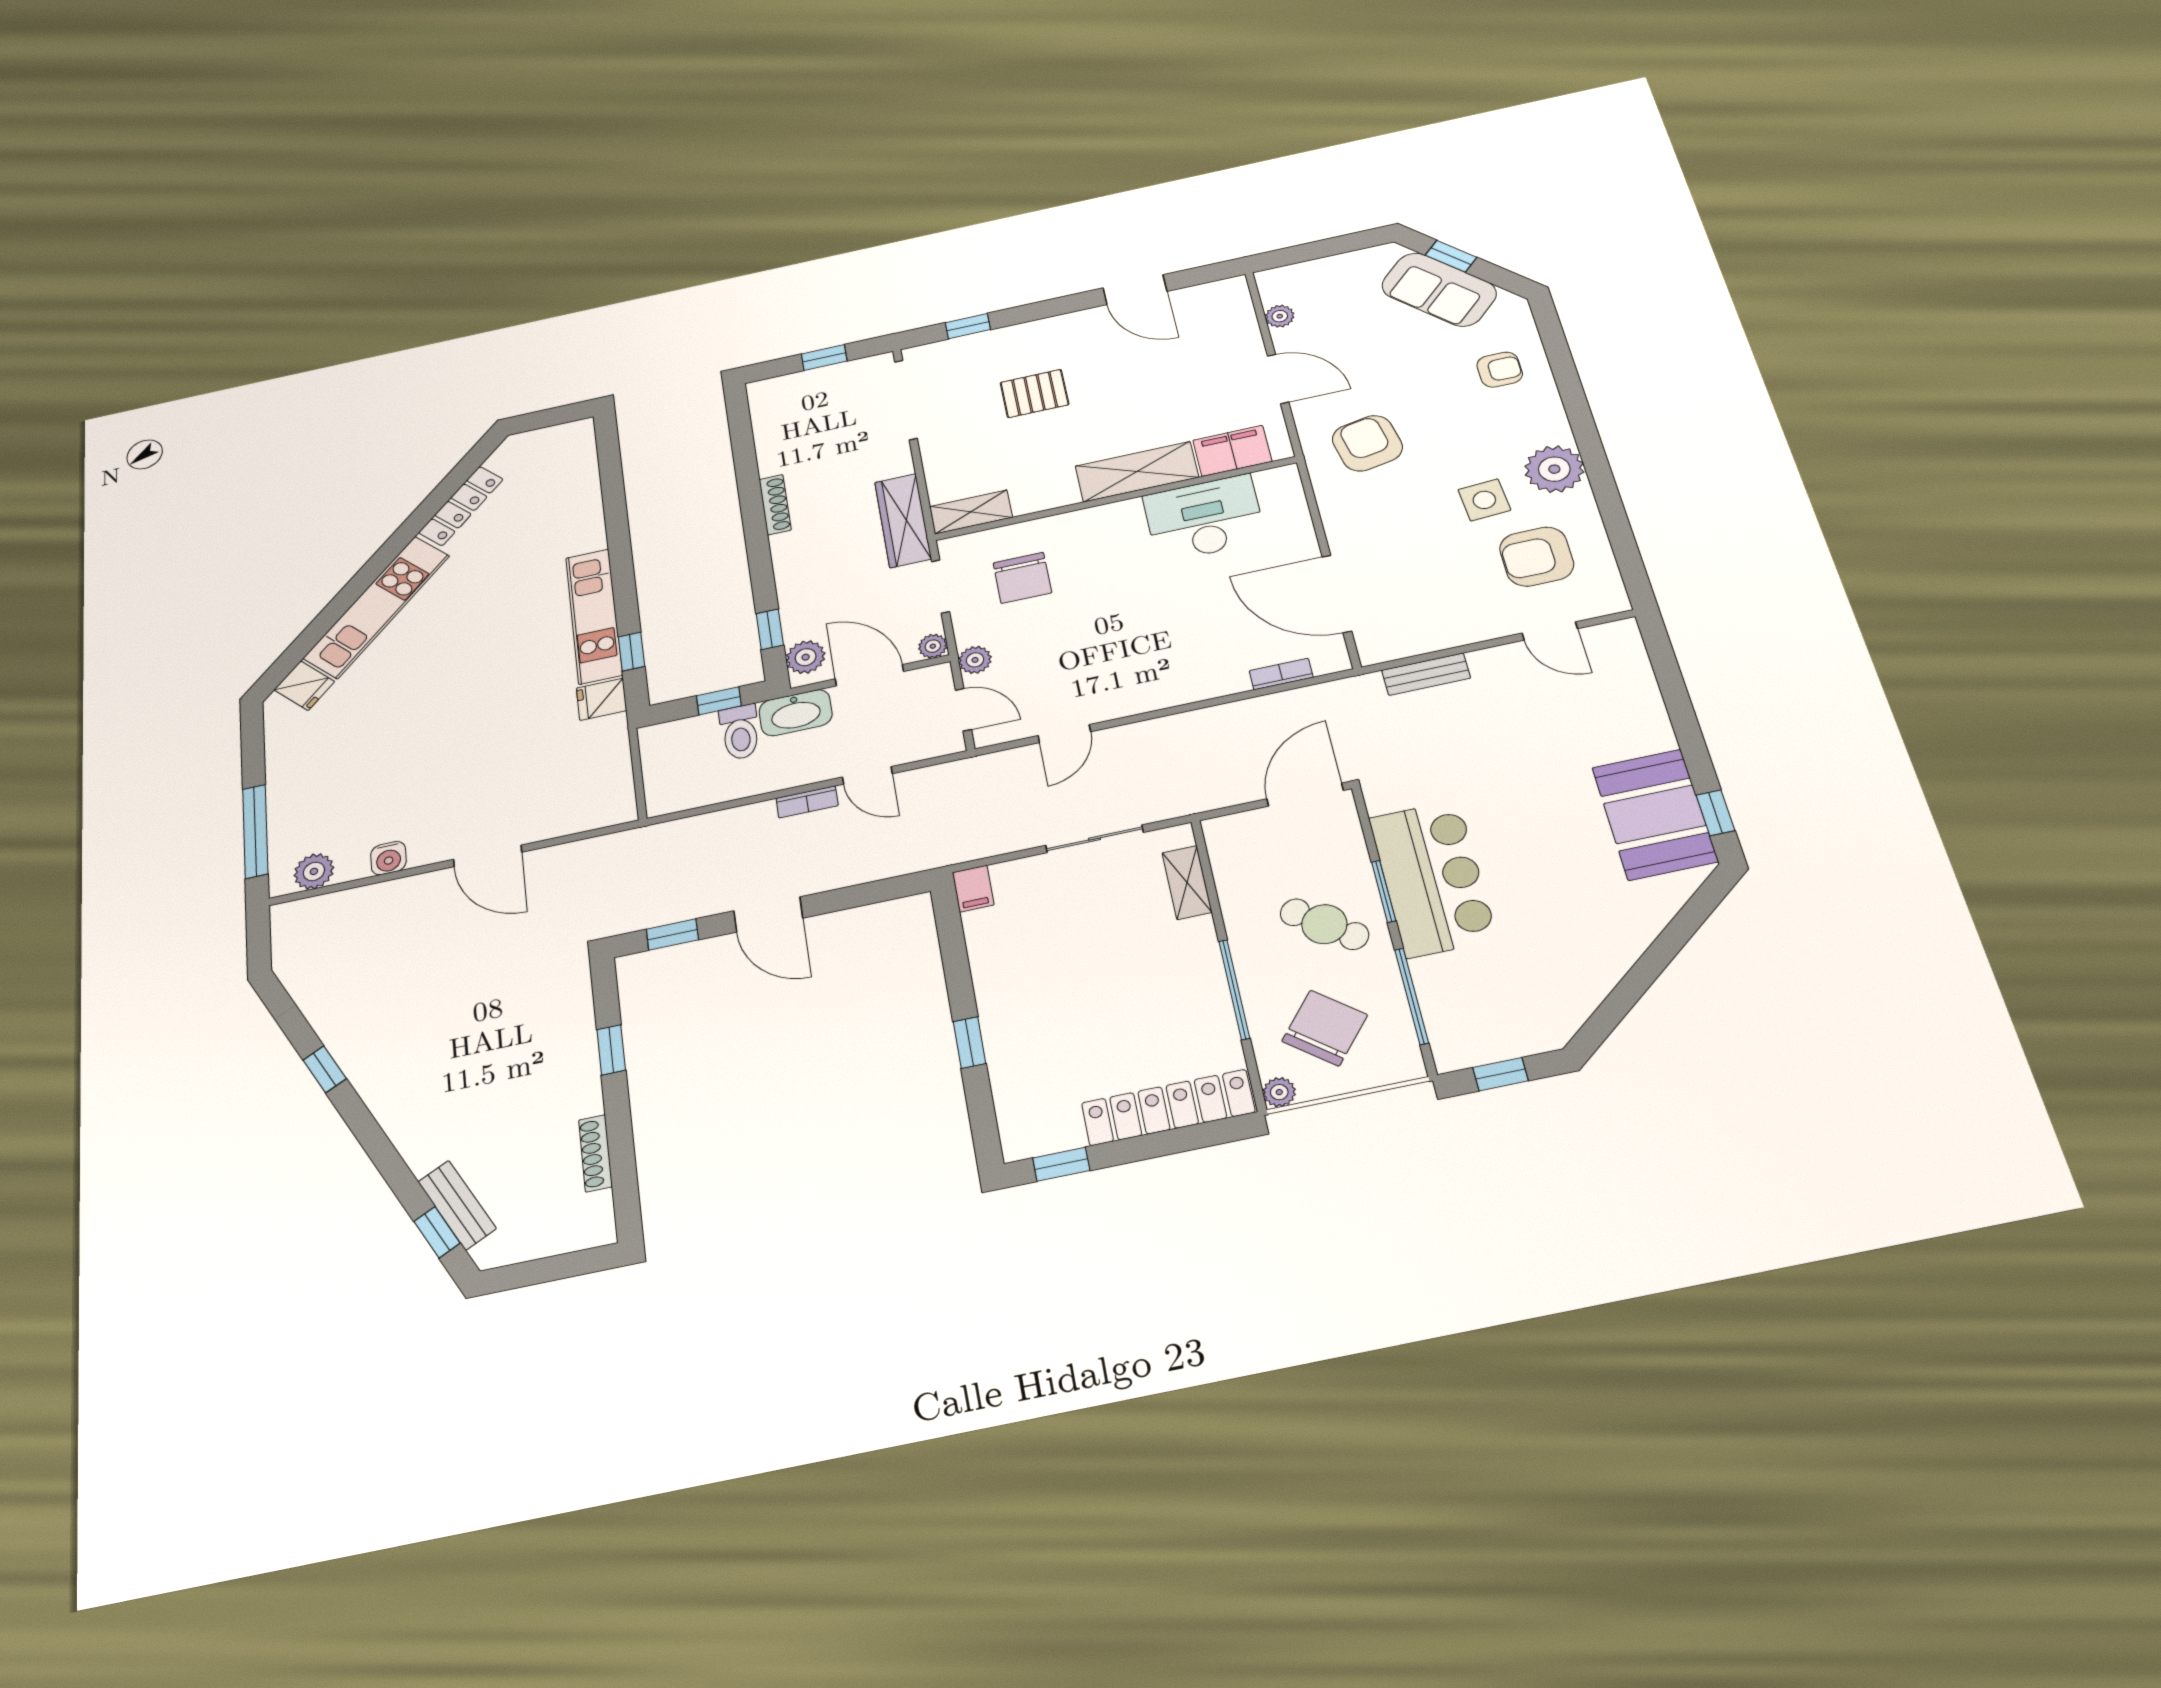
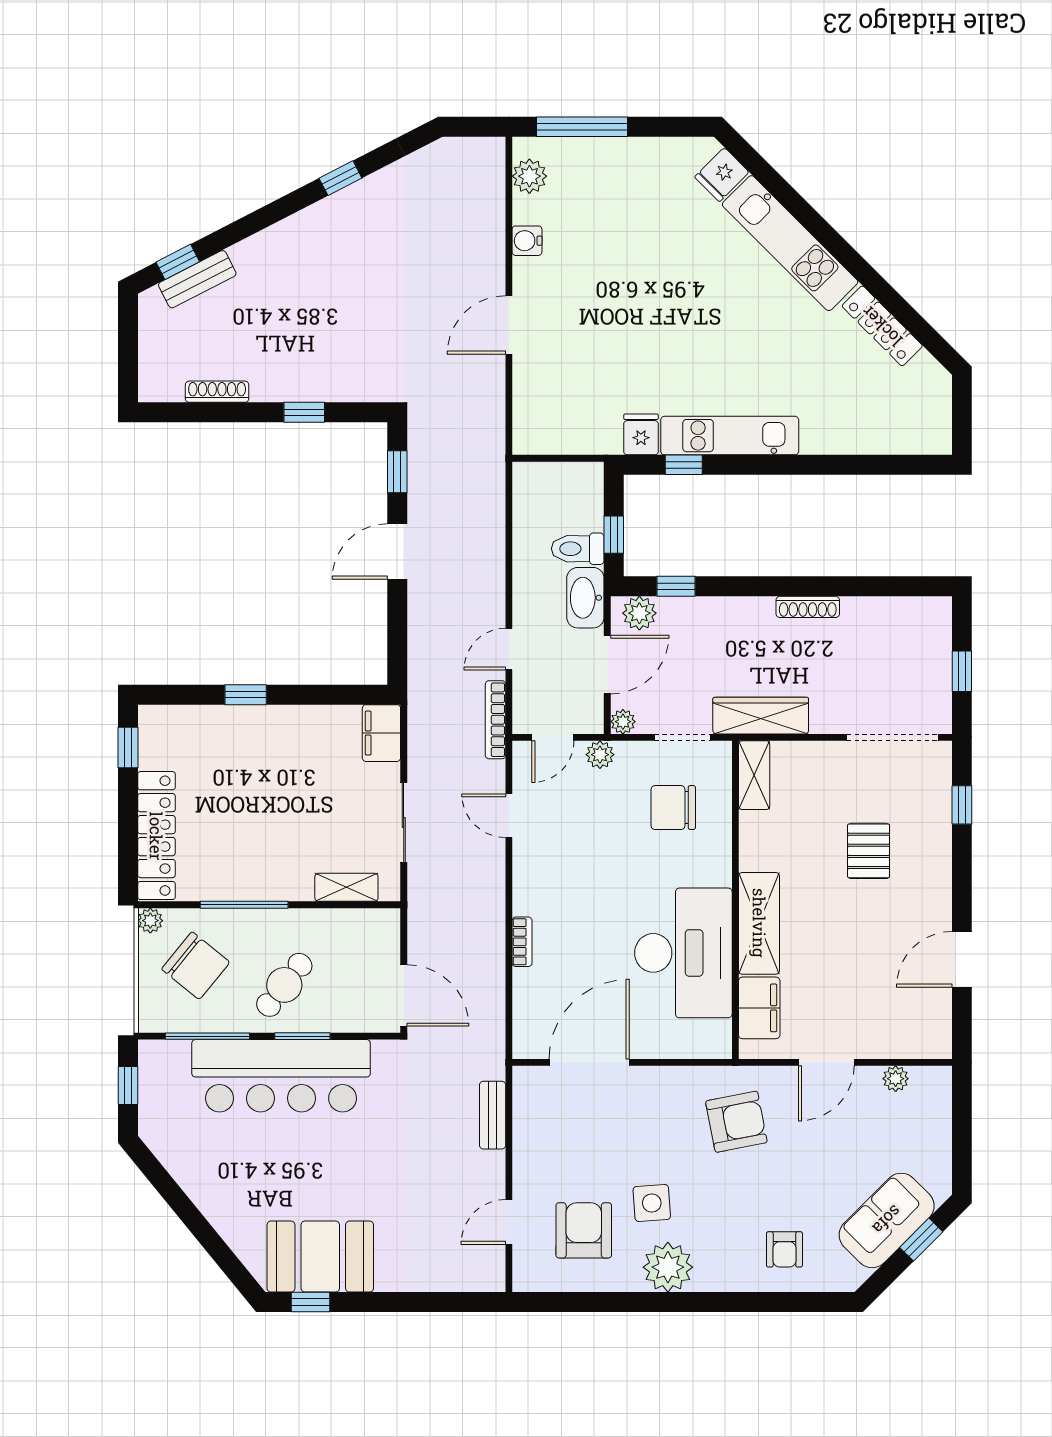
desk: (1204, 518) -> (683, 953), width x1.36, depth x1.30
bookcase: (1281, 674) -> (522, 942), moved
bookcase: (807, 802) -> (495, 720), moved, width x1.56
bar counter: (1432, 878) -> (281, 1076), width x1.36
filing cabinet: (973, 889) -> (381, 733), width x2.00

